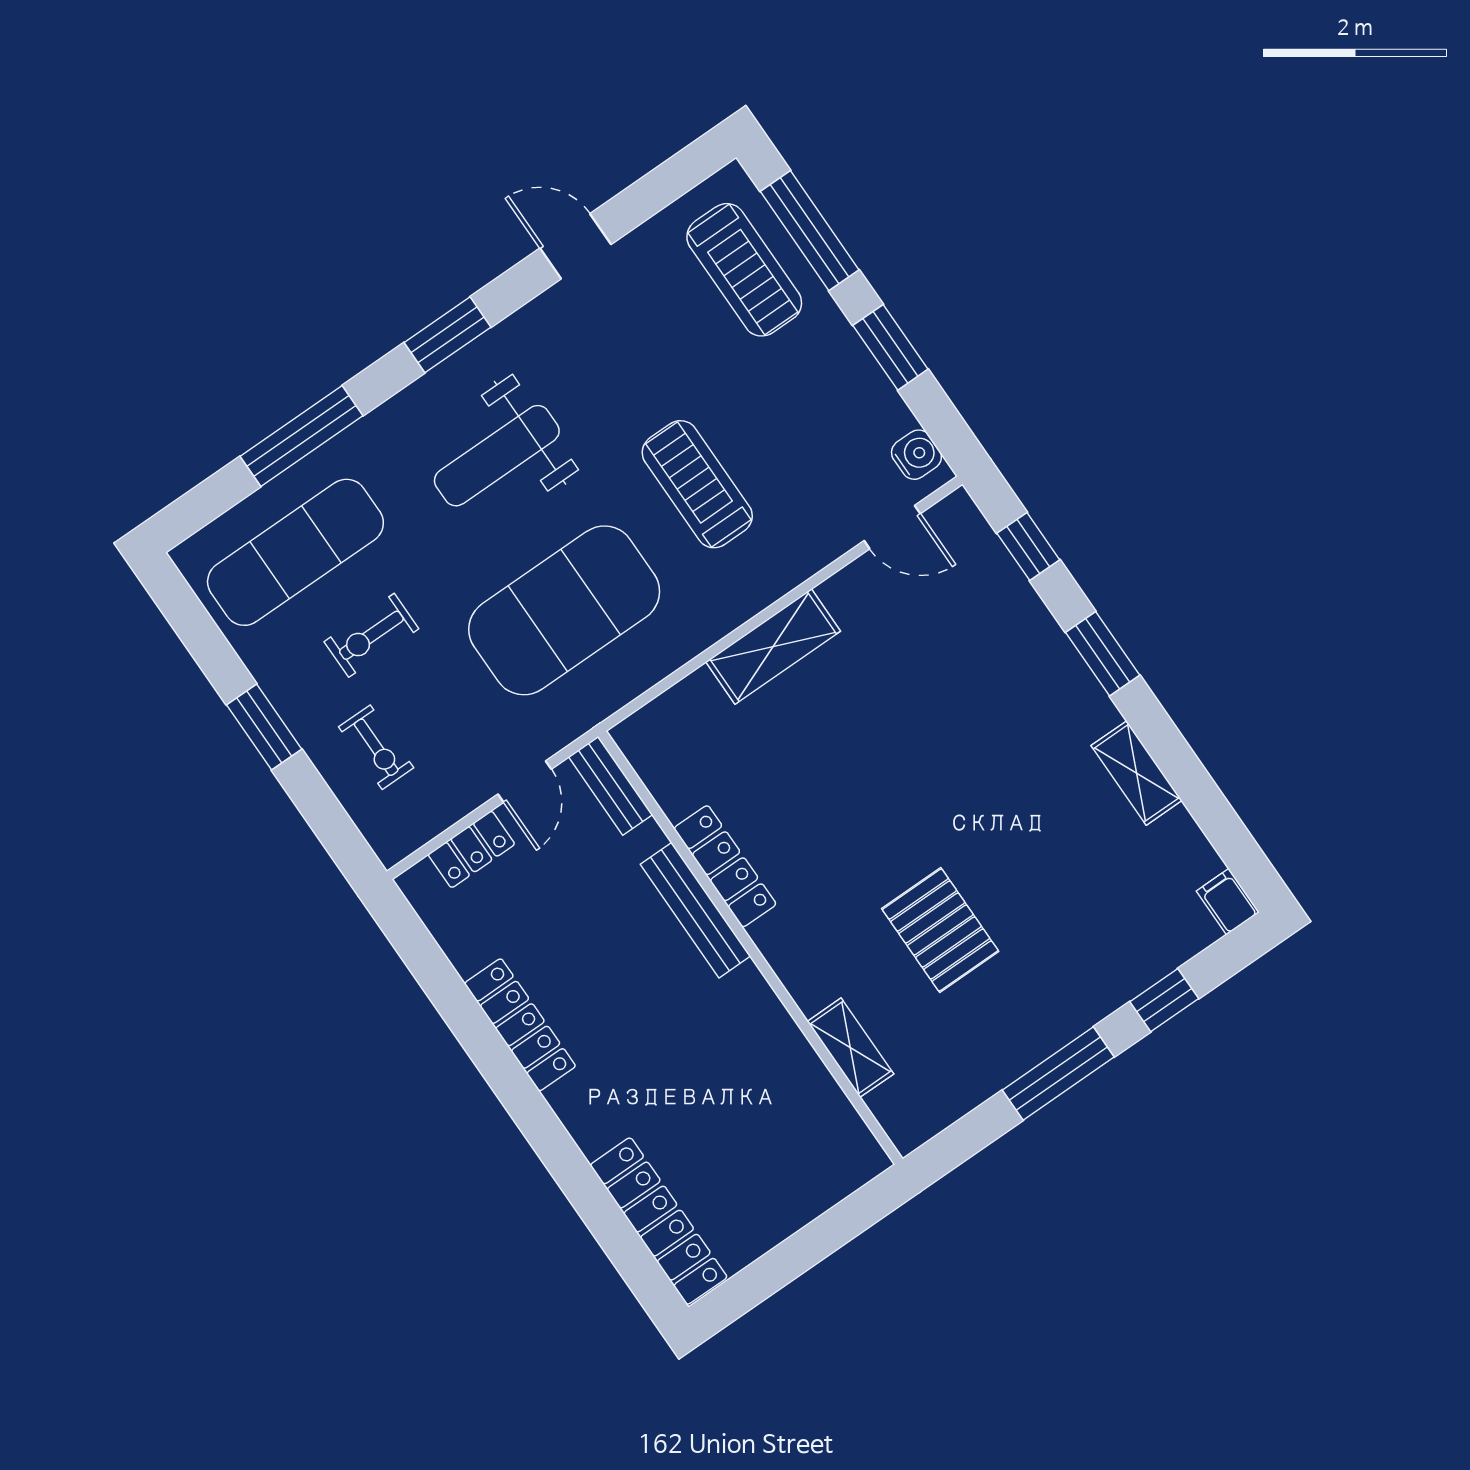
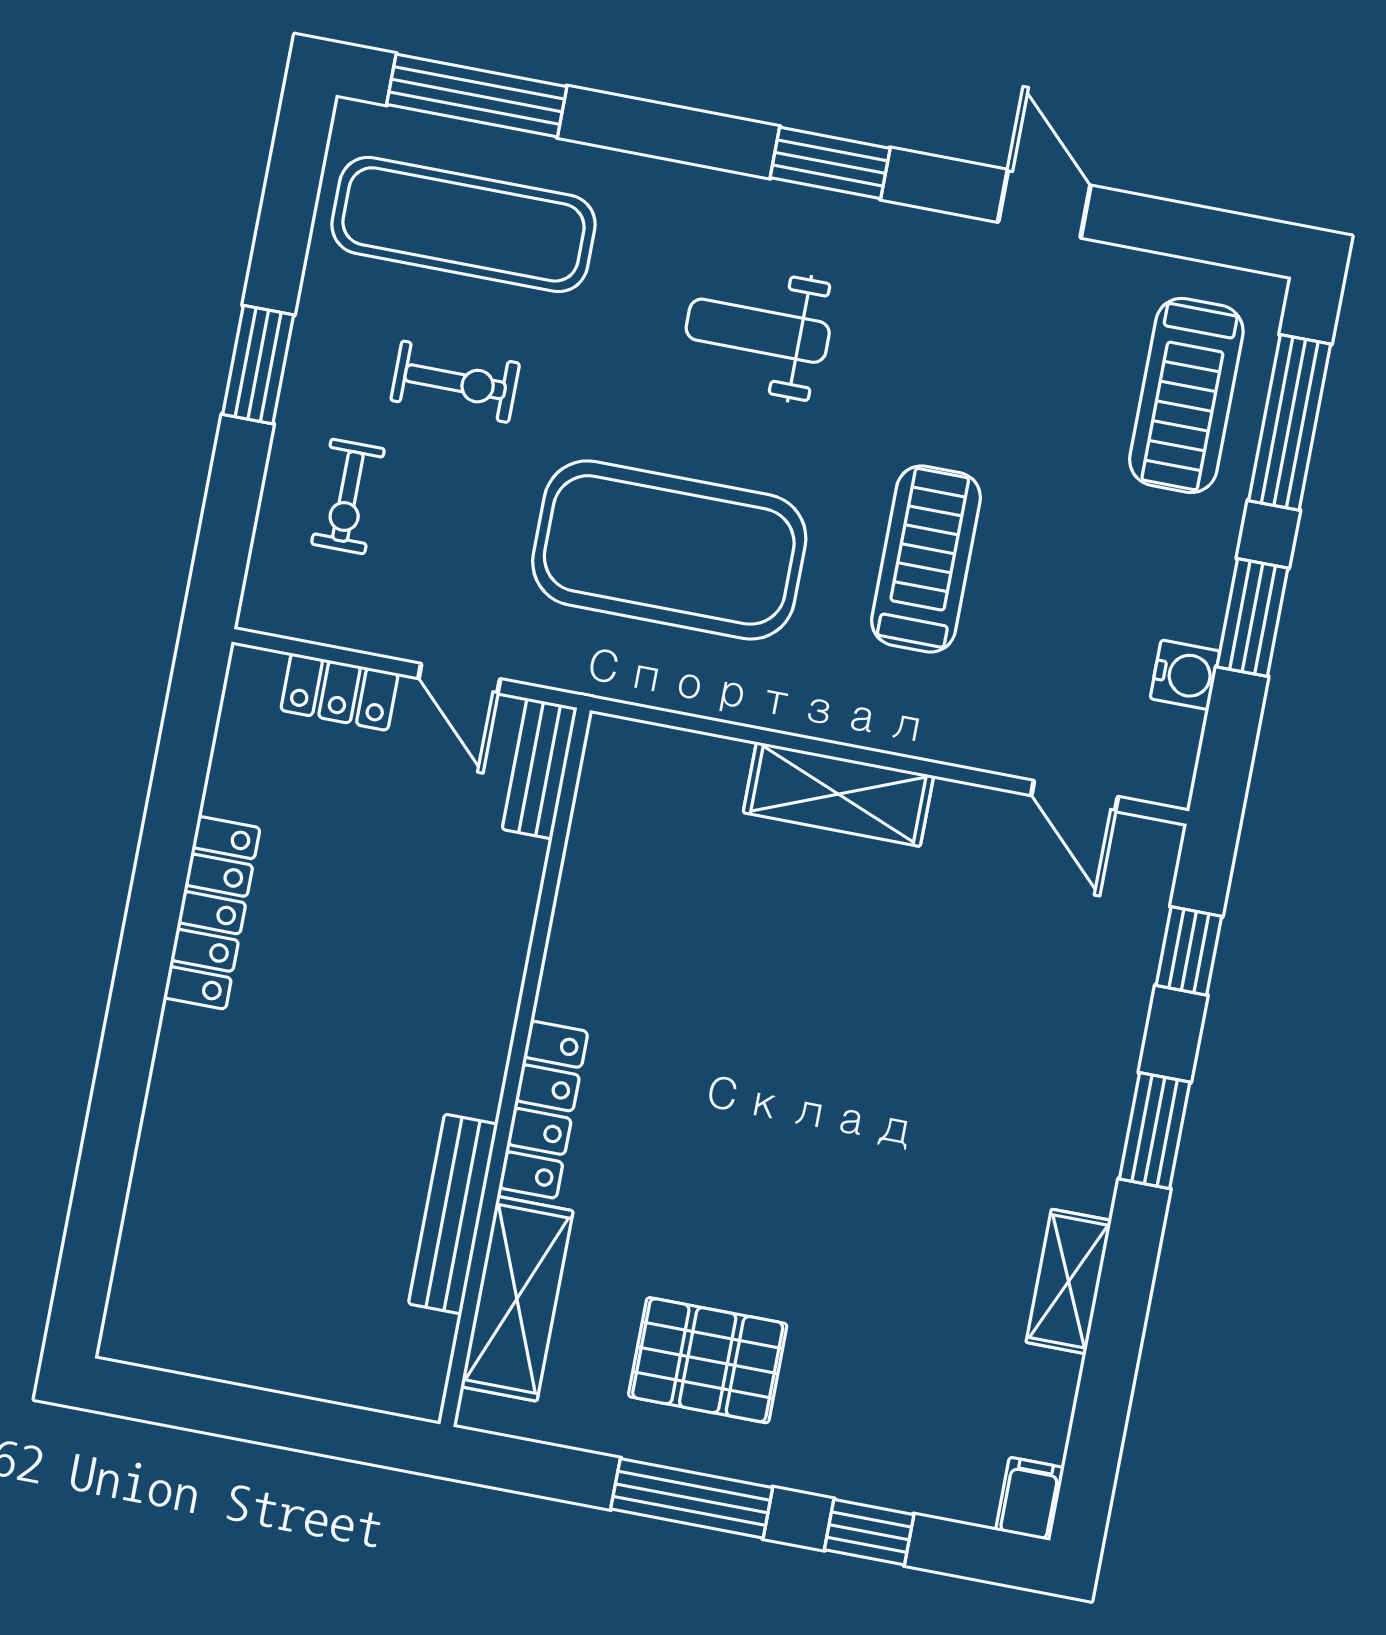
window: (301, 436) -> (477, 96), moved
water cooler: (916, 455) -> (1185, 675), moved
weight bench: (497, 456) -> (758, 331), width x0.73, depth x0.75
exercise bike: (371, 635) -> (455, 382), turned 180
door: (525, 782) -> (459, 679), hinge flipped
locker: (725, 866) -> (543, 1110), moved
bench: (695, 910) -> (453, 1214), moved
pallet: (940, 930) -> (708, 1360), moved, turned 90
shelving: (850, 1048) -> (517, 1299), width x1.50, depth x1.33
locker: (659, 1221) -> (152, 1244), removed

